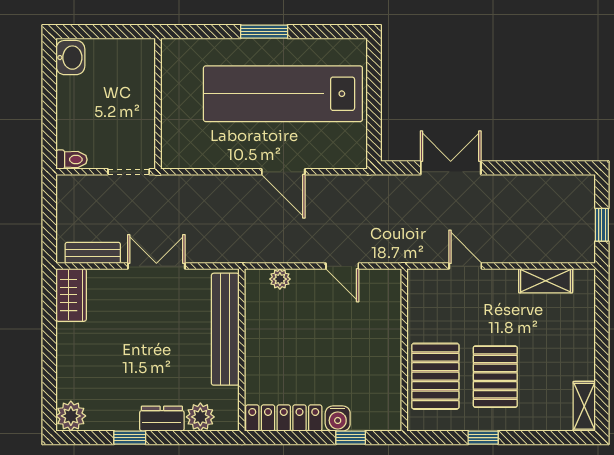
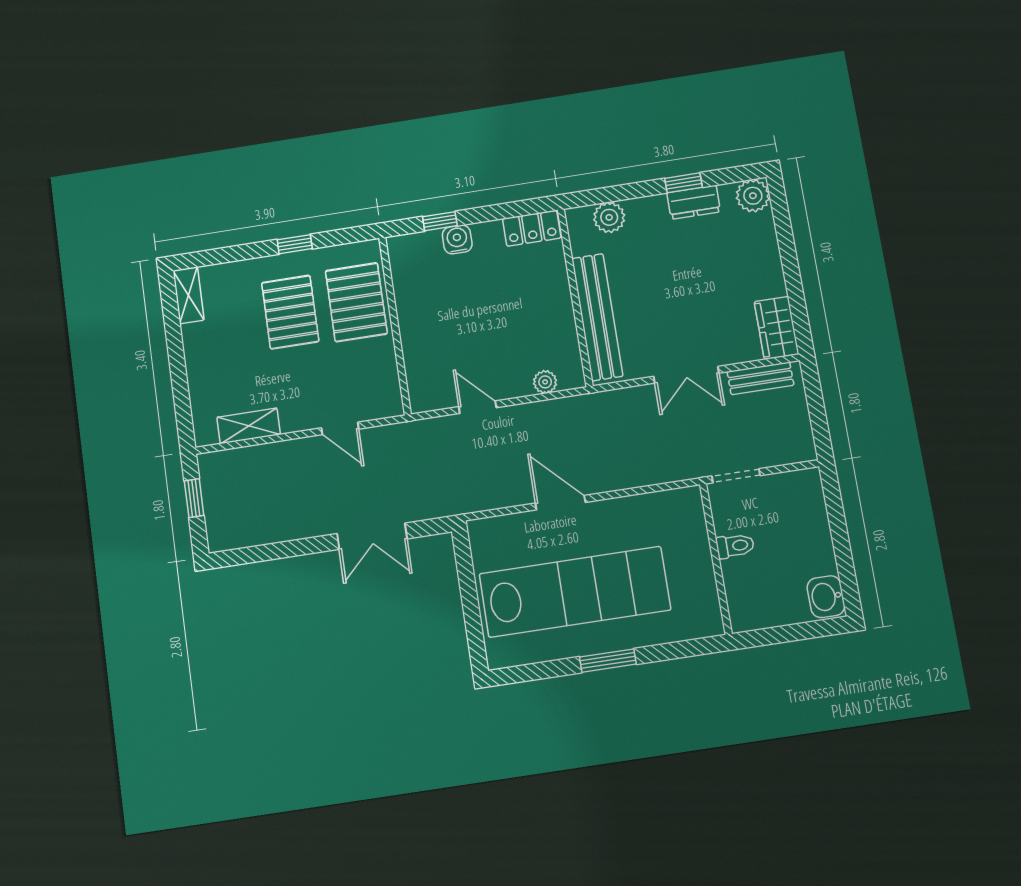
toilet: (72, 160) -> (735, 546), moved, turned 180
locker: (284, 418) -> (532, 228), width x0.66
dresser: (162, 419) -> (694, 202), moved

